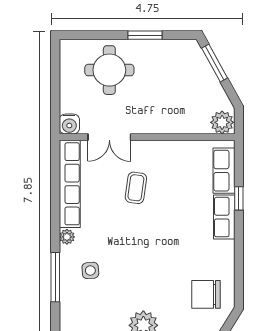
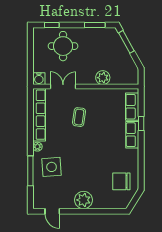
window: (91, 35) -> (52, 25), added
window: (145, 35) -> (95, 25), moved
plant: (222, 122) -> (103, 78), moved
double door: (109, 137) -> (63, 86), swing flipped
side table: (90, 270) -> (52, 167), width x1.87, depth x1.87

